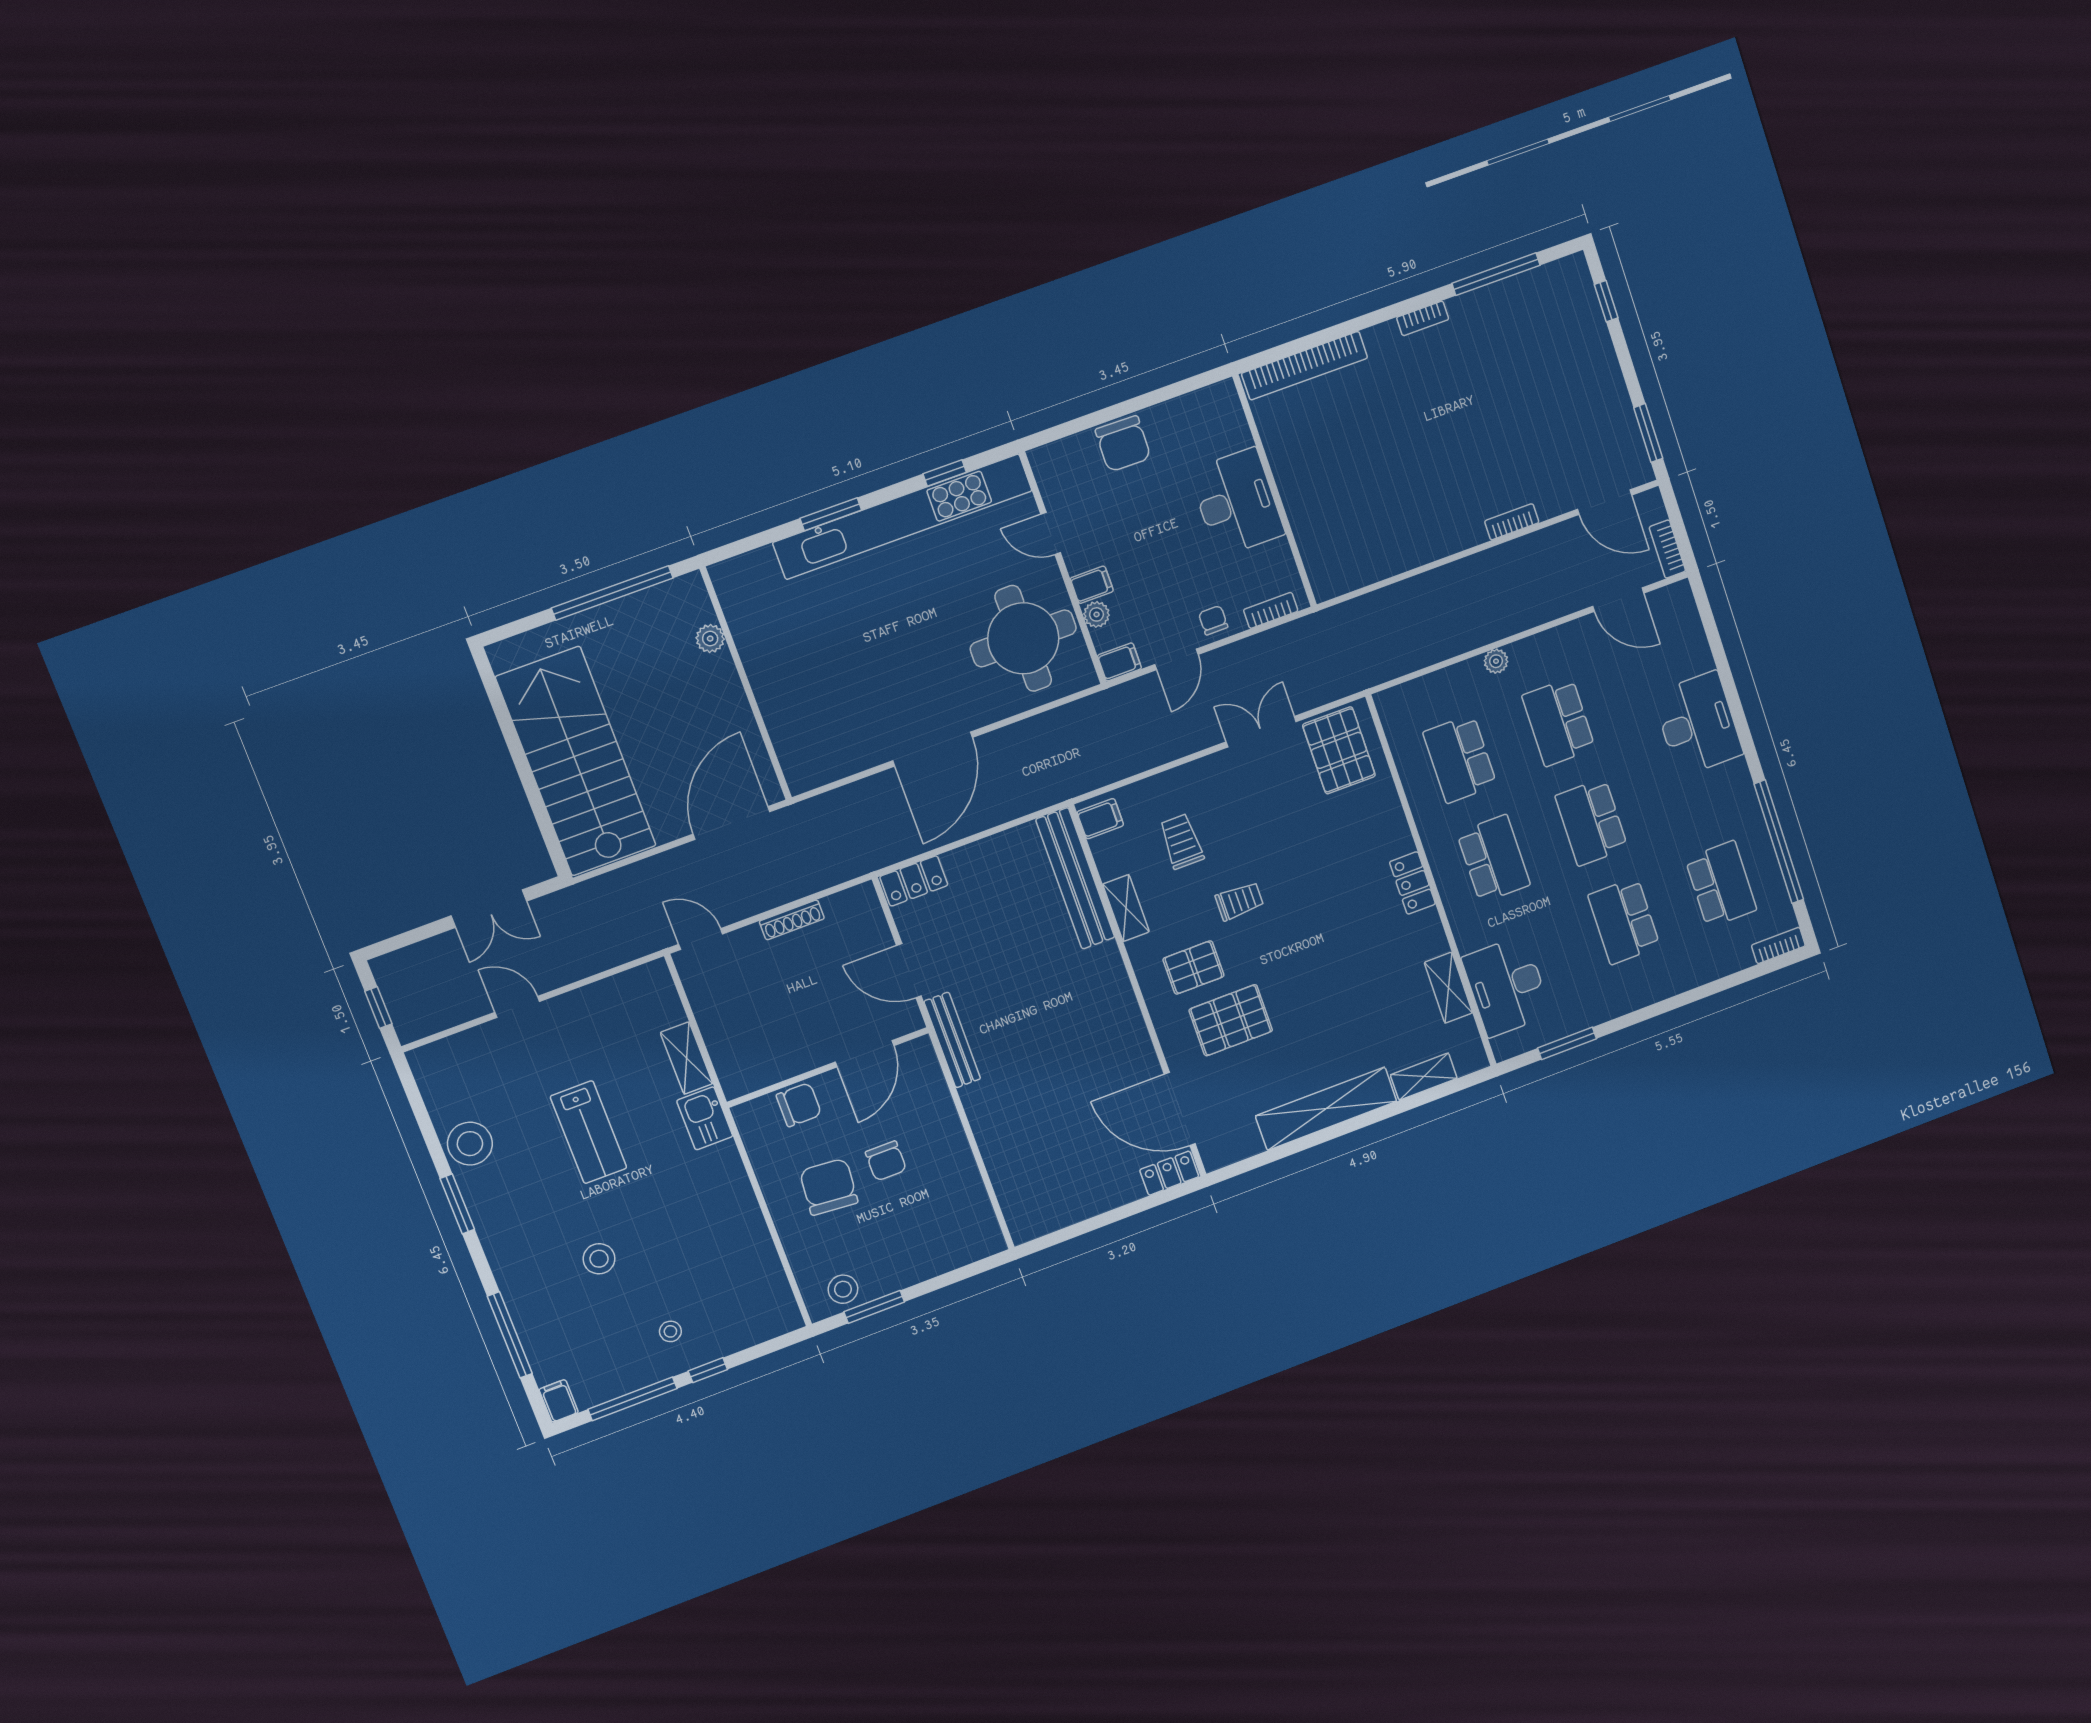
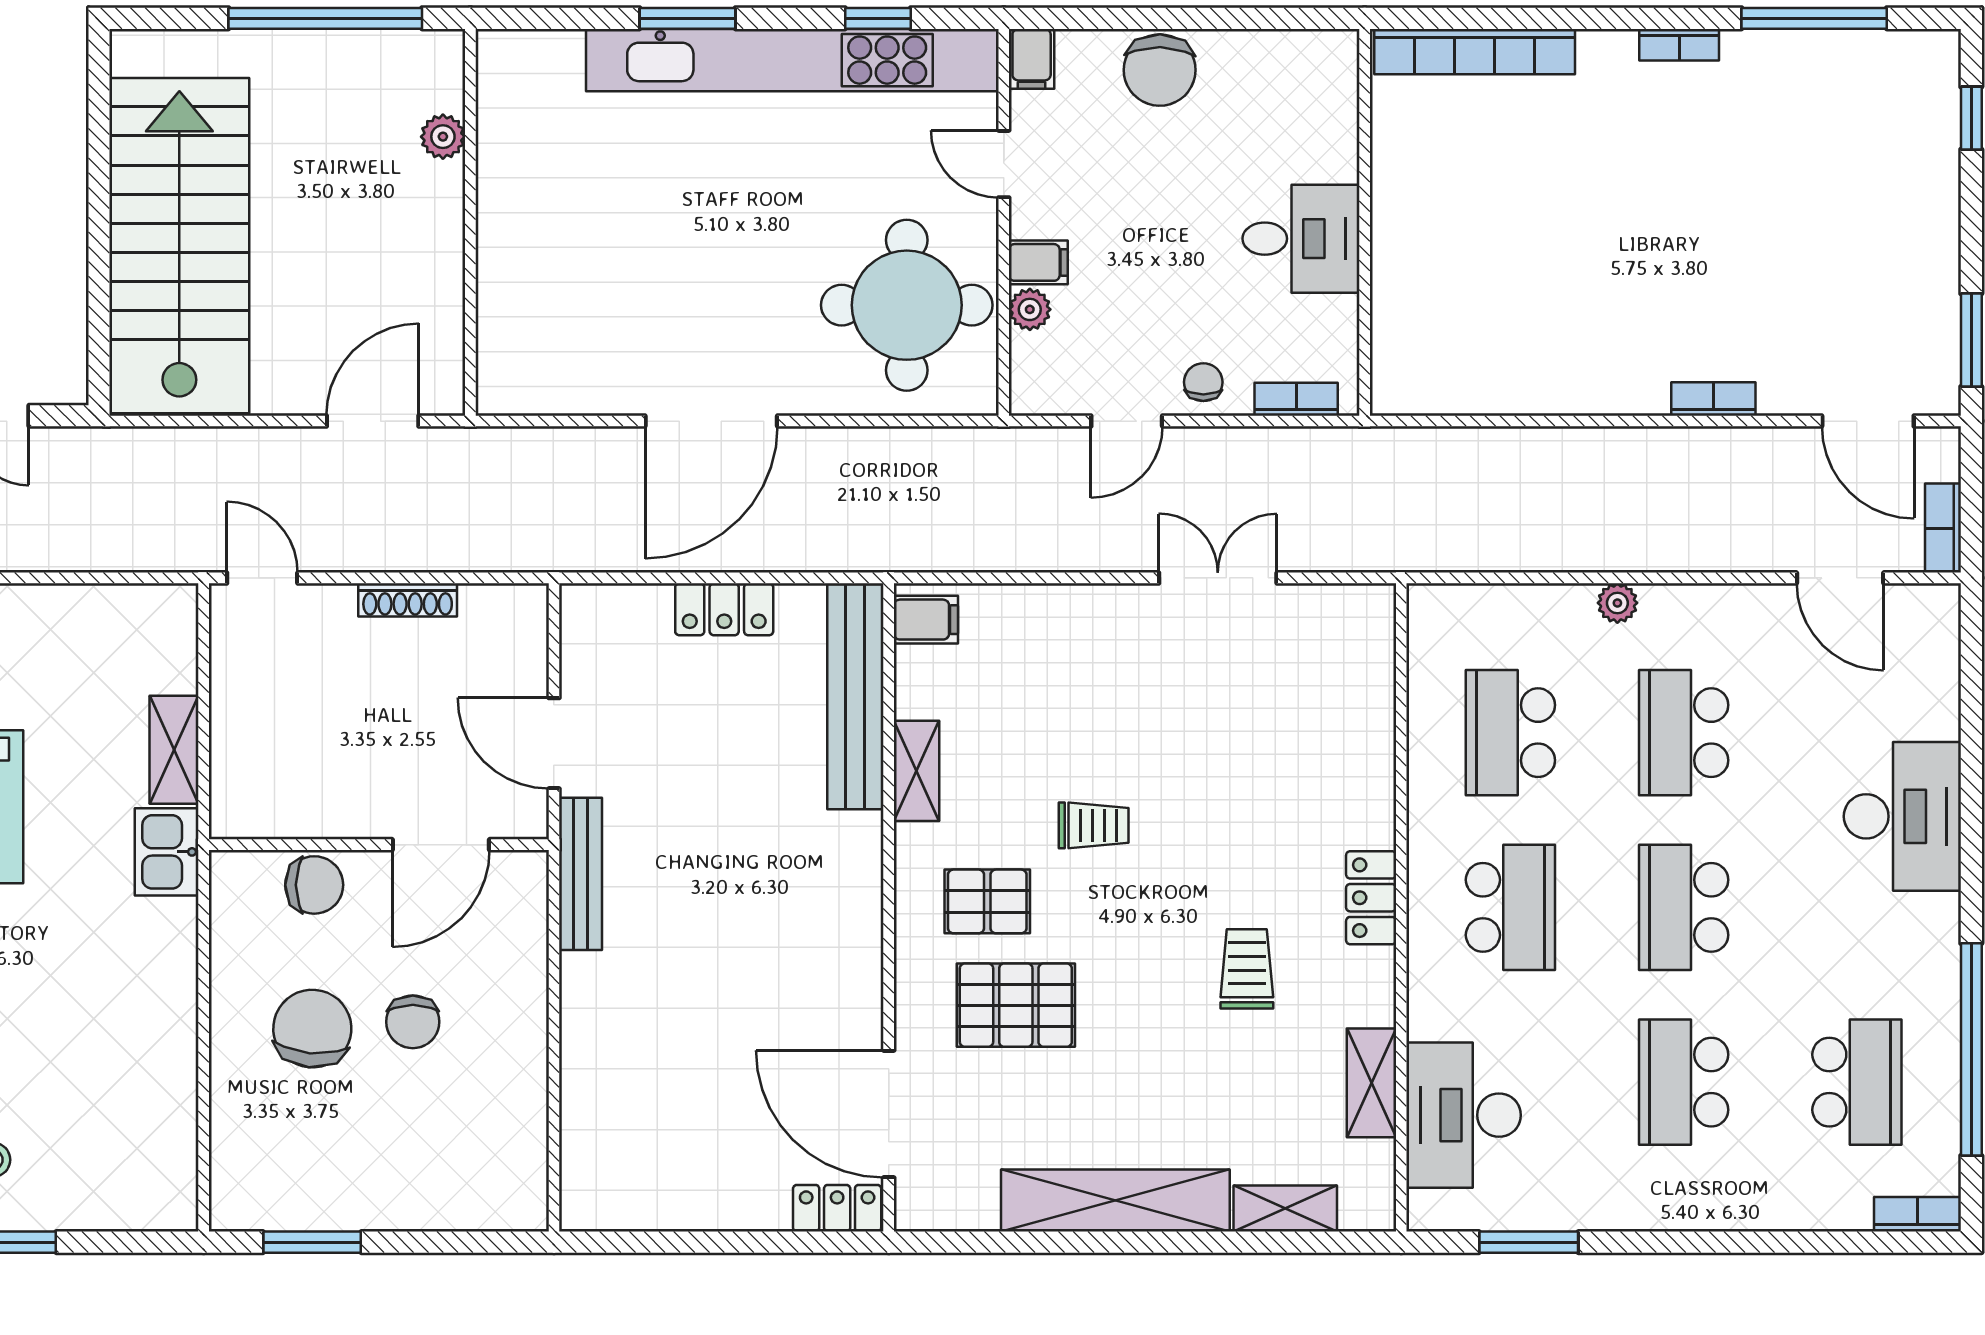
desk: (1237, 502) -> (1301, 239), width x0.73
filing cabinet: (1119, 662) -> (1032, 59), moved, turned 90
pallet: (1339, 750) -> (1327, 650), removed
door: (732, 823) -> (373, 421), width x0.73
trolley: (1181, 841) -> (1247, 969), moved
locker: (914, 881) -> (724, 609), moved
stool: (843, 1289) -> (275, 1196), removed

